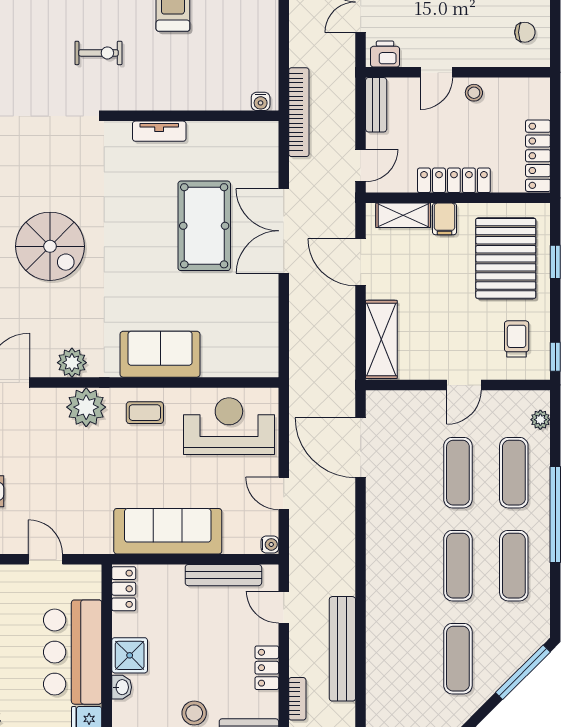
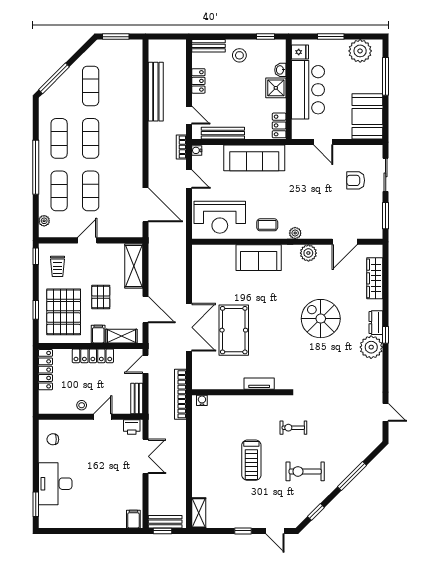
pallet: (440, 284) -> (101, 297), added
plant: (86, 407) -> (295, 233), width x0.53, depth x0.53
bookcase: (297, 699) -> (181, 147), moved

